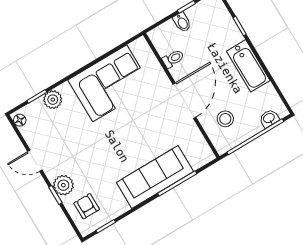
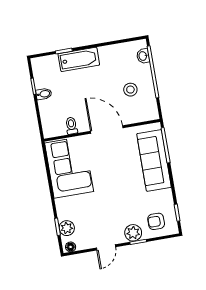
toilet: (173, 59) -> (71, 126), moved
bathtub: (248, 66) -> (79, 59), moved
wall: (181, 95) -> (102, 130), moved
plant: (53, 100) -> (67, 228), moved
door: (184, 101) -> (107, 129), moved

